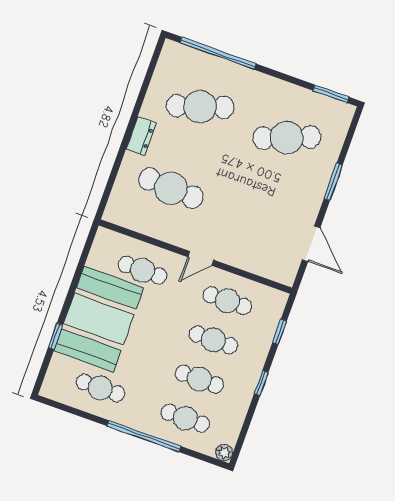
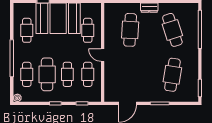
cafe table: (287, 138) -> (172, 75), turned 30
cafe table: (199, 379) -> (47, 74), width x1.37, depth x1.35

